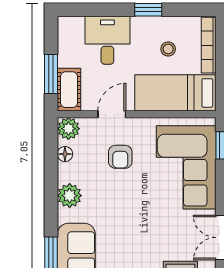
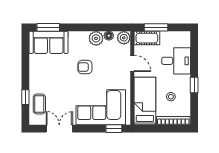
armchair: (120, 157) -> (85, 67), moved
plant: (70, 196) -> (96, 38), moved

